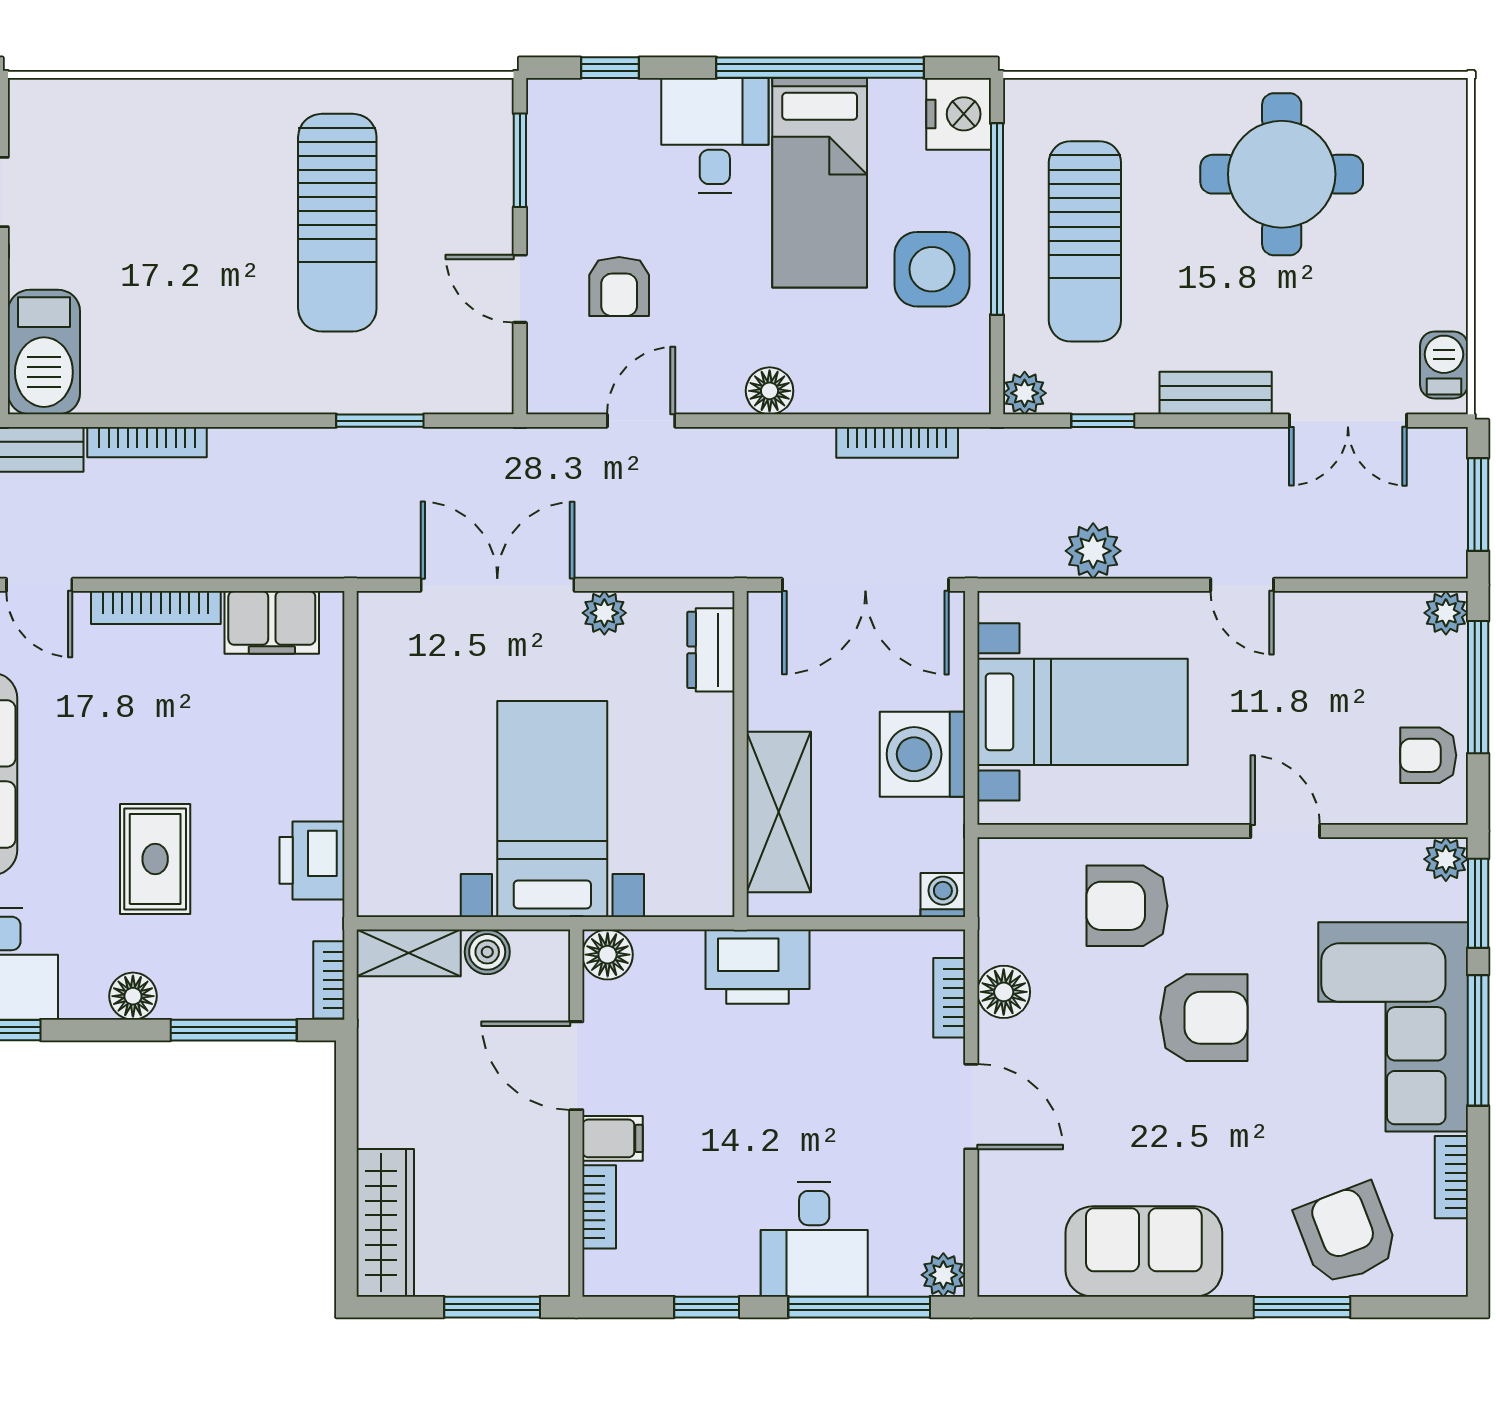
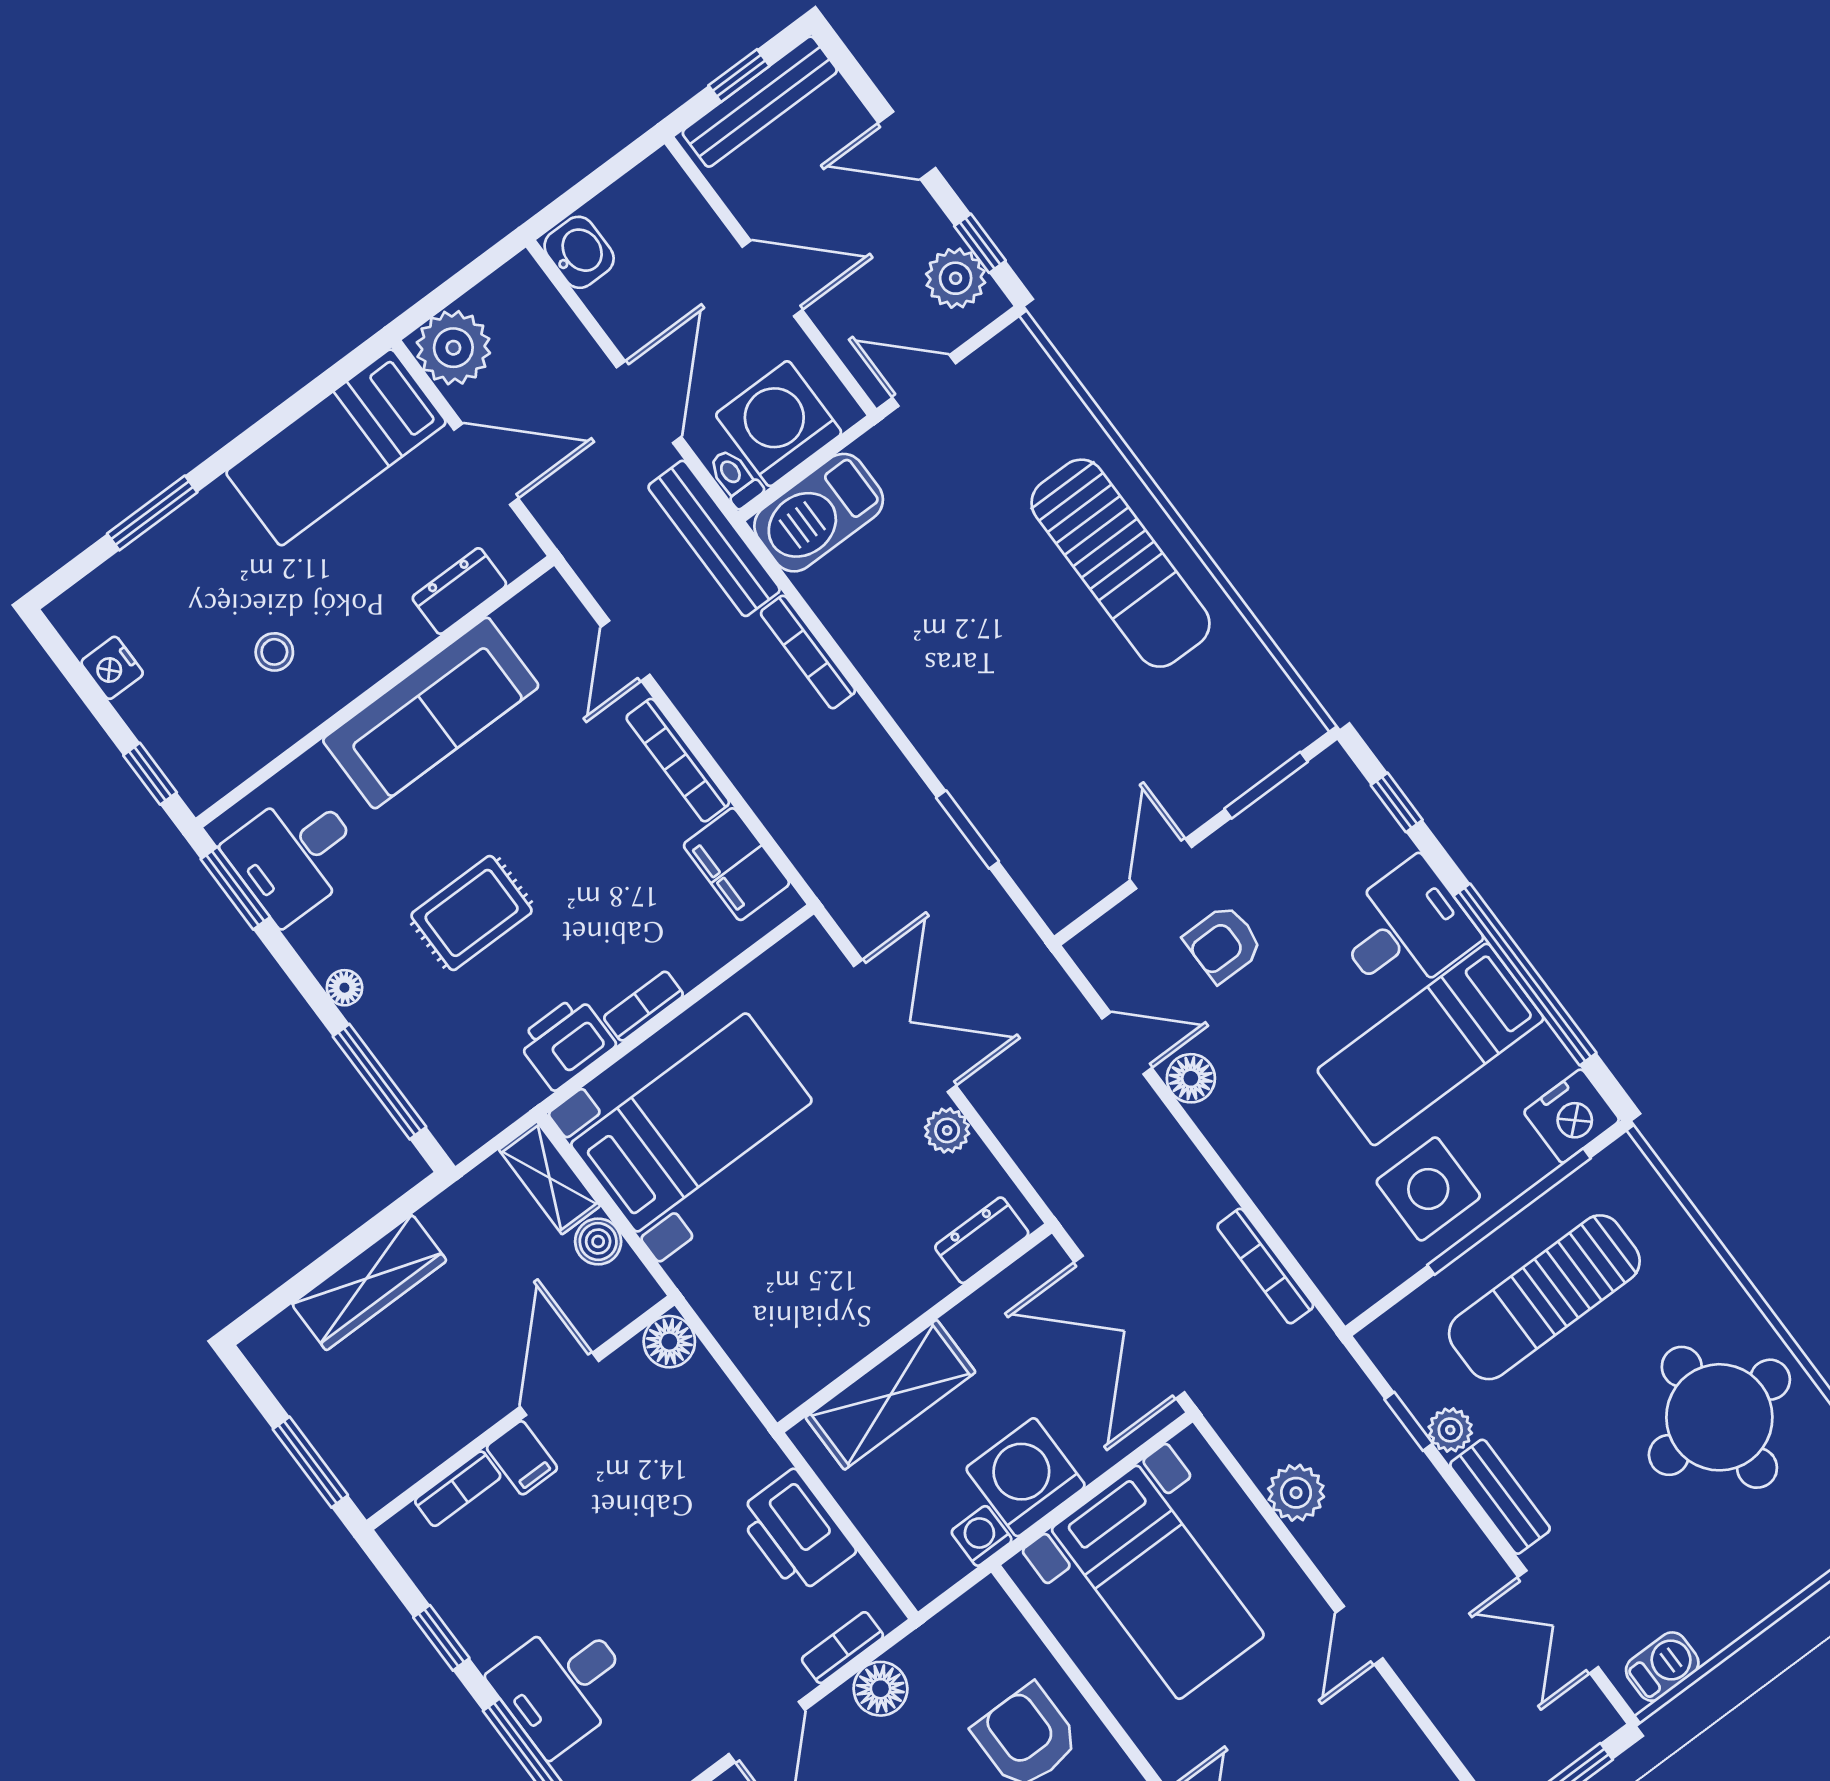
sun lounger: (337, 223) -> (1120, 563), moved, turned -90
floor lamp: (770, 391) -> (1191, 1078), moved
plant: (1025, 393) -> (1450, 1430), moved
bed with nightstands: (552, 809) -> (691, 1122), moved
washing machine: (943, 895) -> (982, 1536), moved, turned -90
printer: (758, 967) -> (796, 1532), moved
bookcase: (329, 980) -> (644, 1006), moved
floor lamp: (133, 996) -> (344, 988), width x0.73, depth x0.73
wardrobe: (385, 1223) -> (369, 1282), moved

